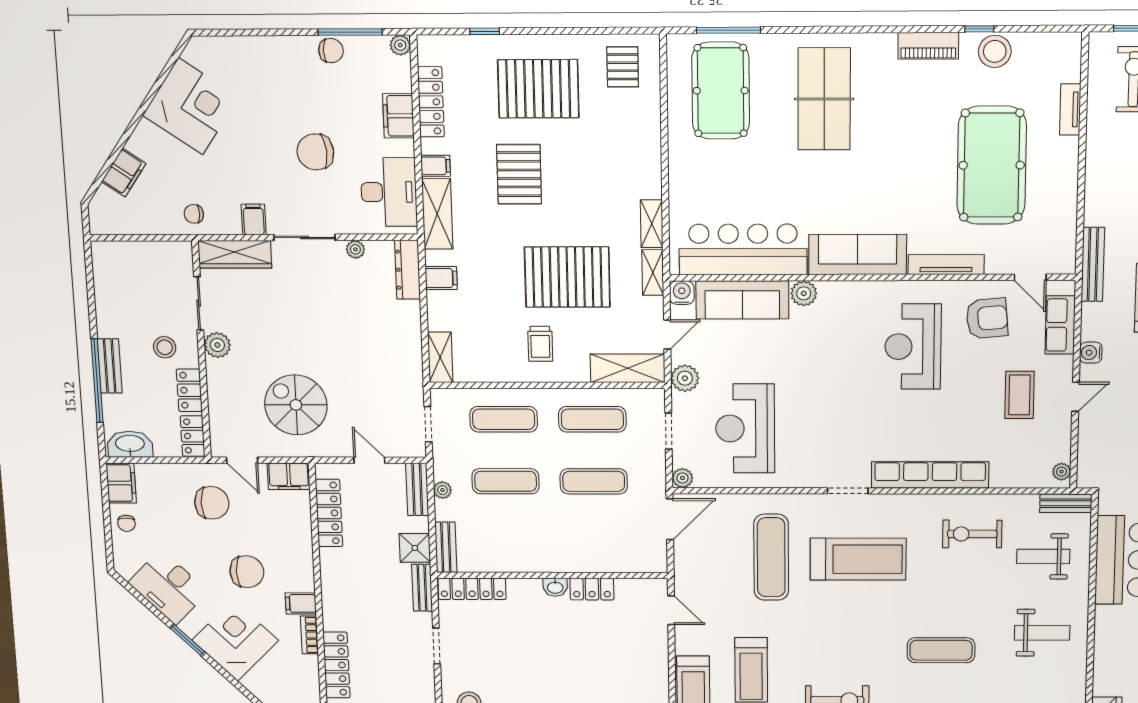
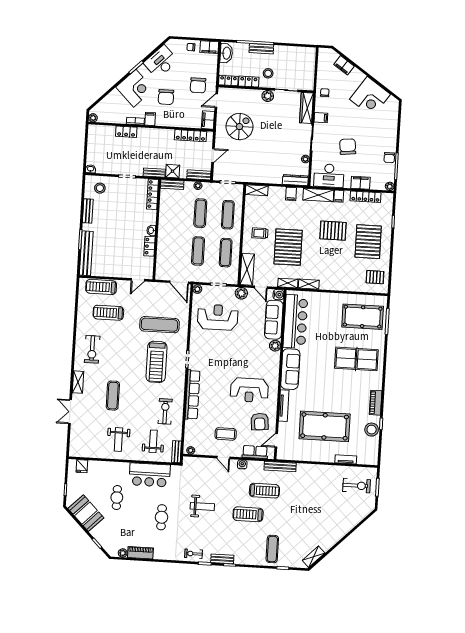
reception desk: (913, 347) -> (249, 390), turned 180
locker: (337, 665) -> (126, 132), width x0.66

